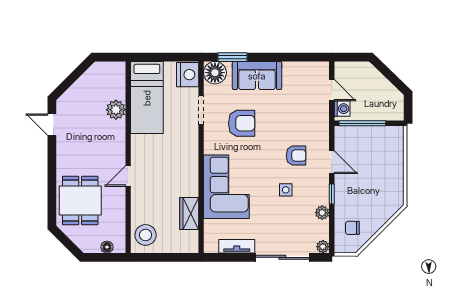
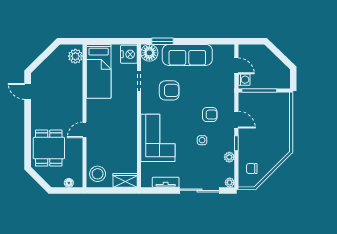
sofa: (257, 76) -> (187, 55), width x1.36
plant: (116, 110) -> (75, 56), moved
wardrobe: (189, 213) -> (125, 180), moved, turned 90

